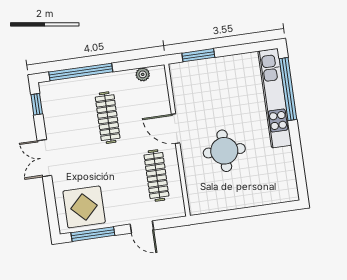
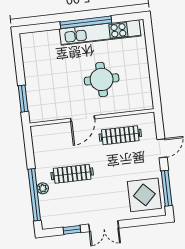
plant: (143, 74) -> (43, 188), moved
window: (288, 89) -> (86, 22), moved
kitchen unit: (275, 98) -> (100, 32), moved
window: (37, 104) -> (72, 230), moved

